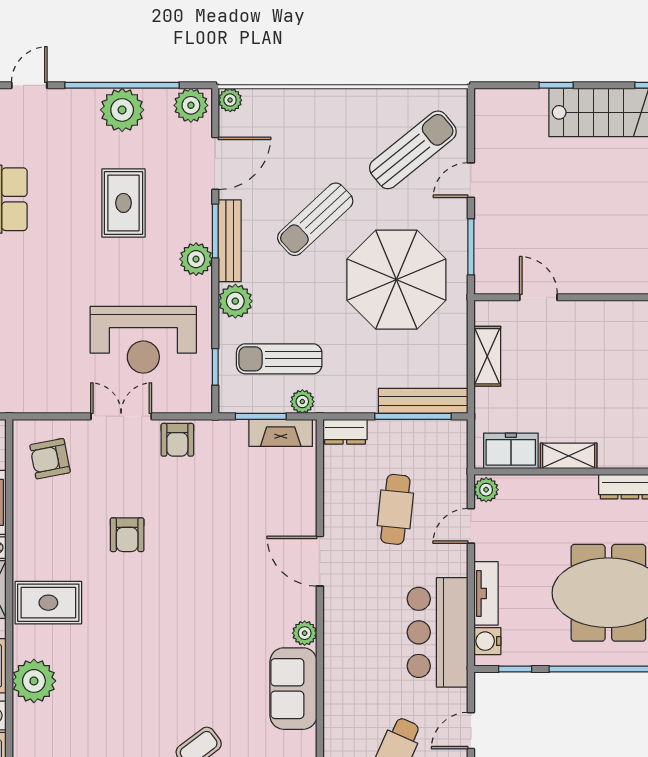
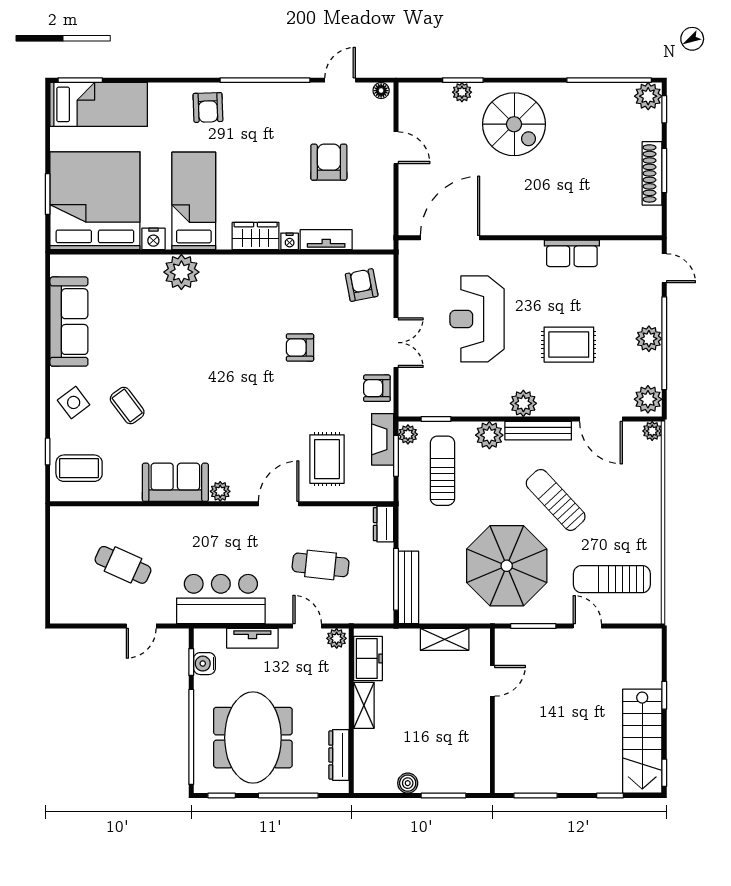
plant: (122, 110) -> (649, 339), width x0.73, depth x0.73
sun lounger: (413, 150) -> (612, 579), turned 129
window: (215, 231) -> (546, 419), removed
reception desk: (143, 340) -> (477, 319), moved
plant: (302, 402) -> (408, 434), moved
fireplace: (281, 433) -> (383, 439), moved
rug: (48, 603) -> (327, 459), moved
water cooler: (487, 641) -> (204, 664), moved, turned -90
door: (471, 731) -> (141, 626), swing flipped

